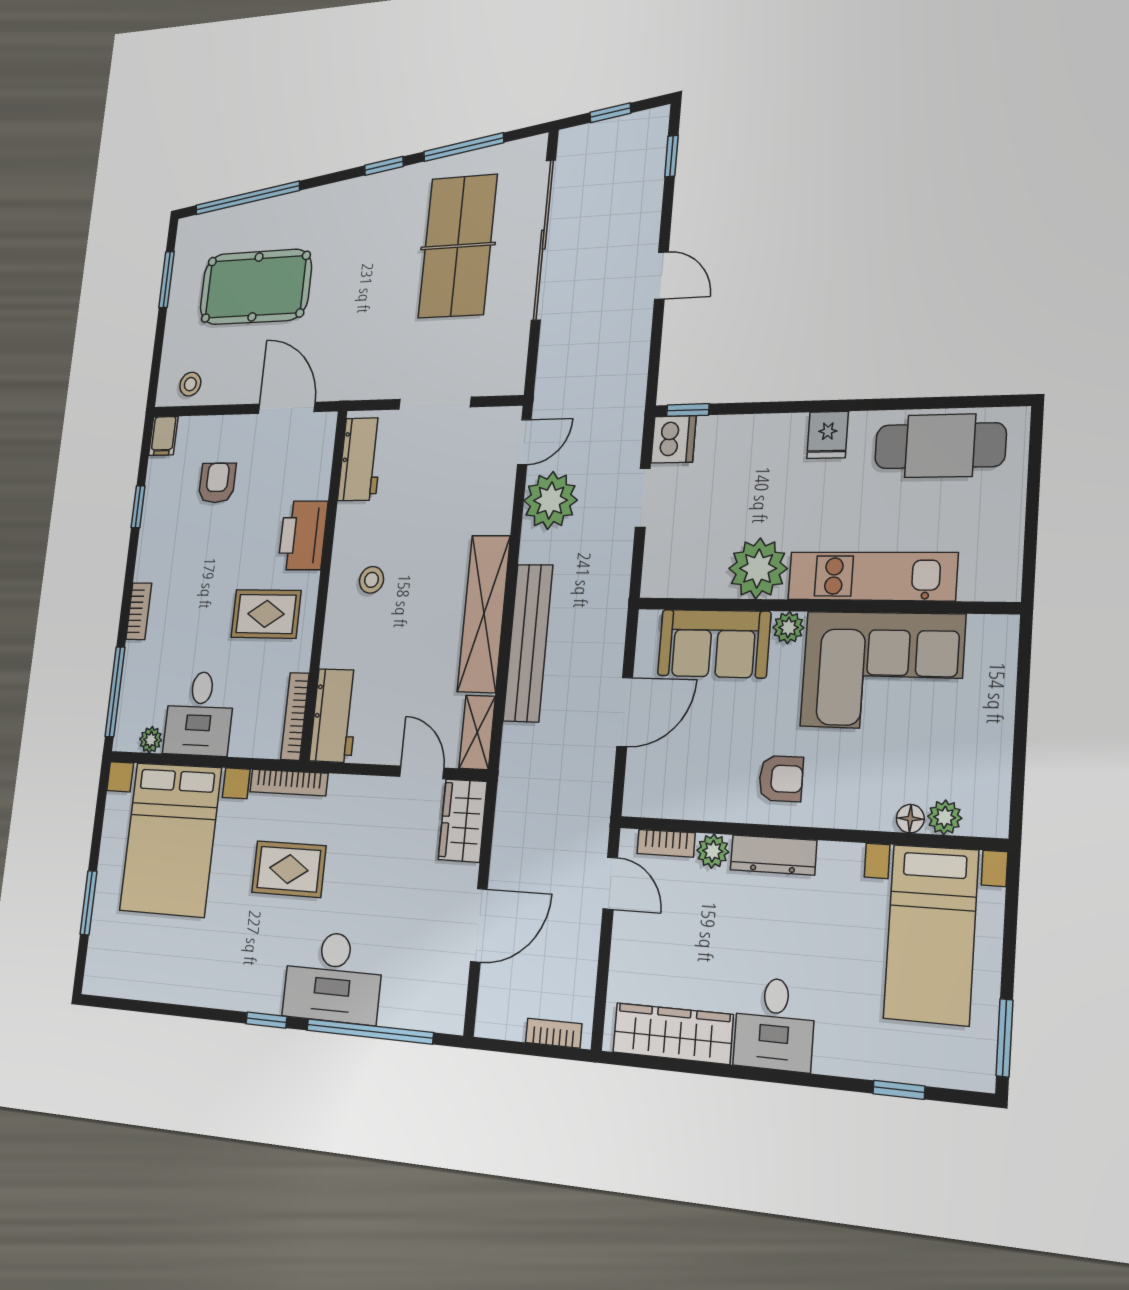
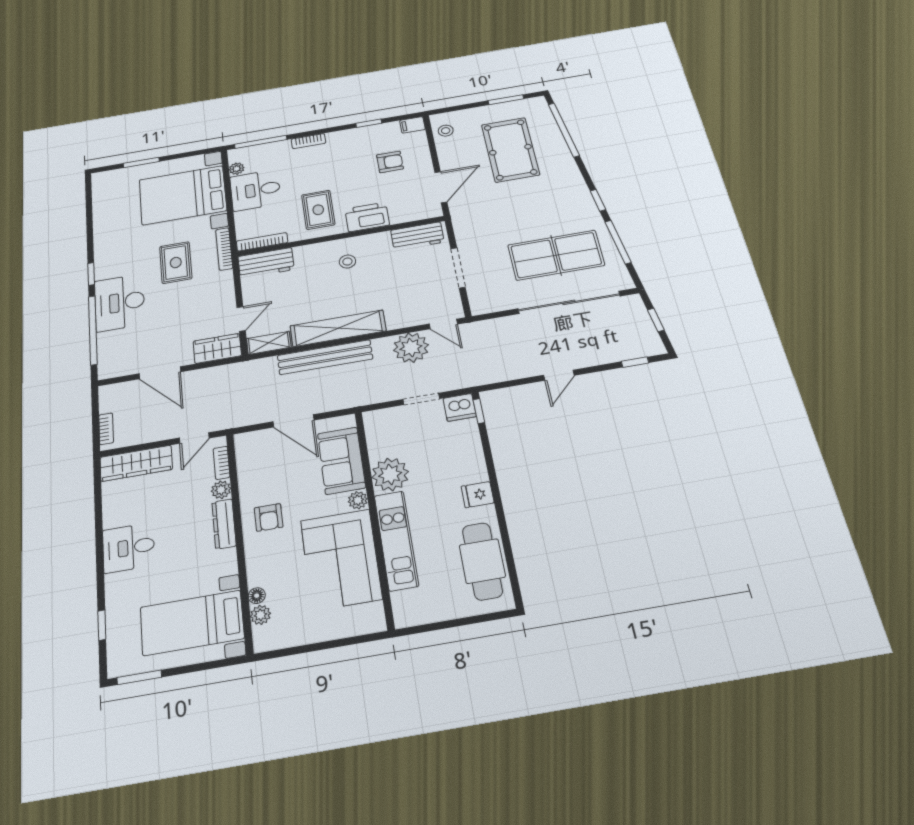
wardrobe: (673, 1033) -> (136, 463), moved, turned 90

